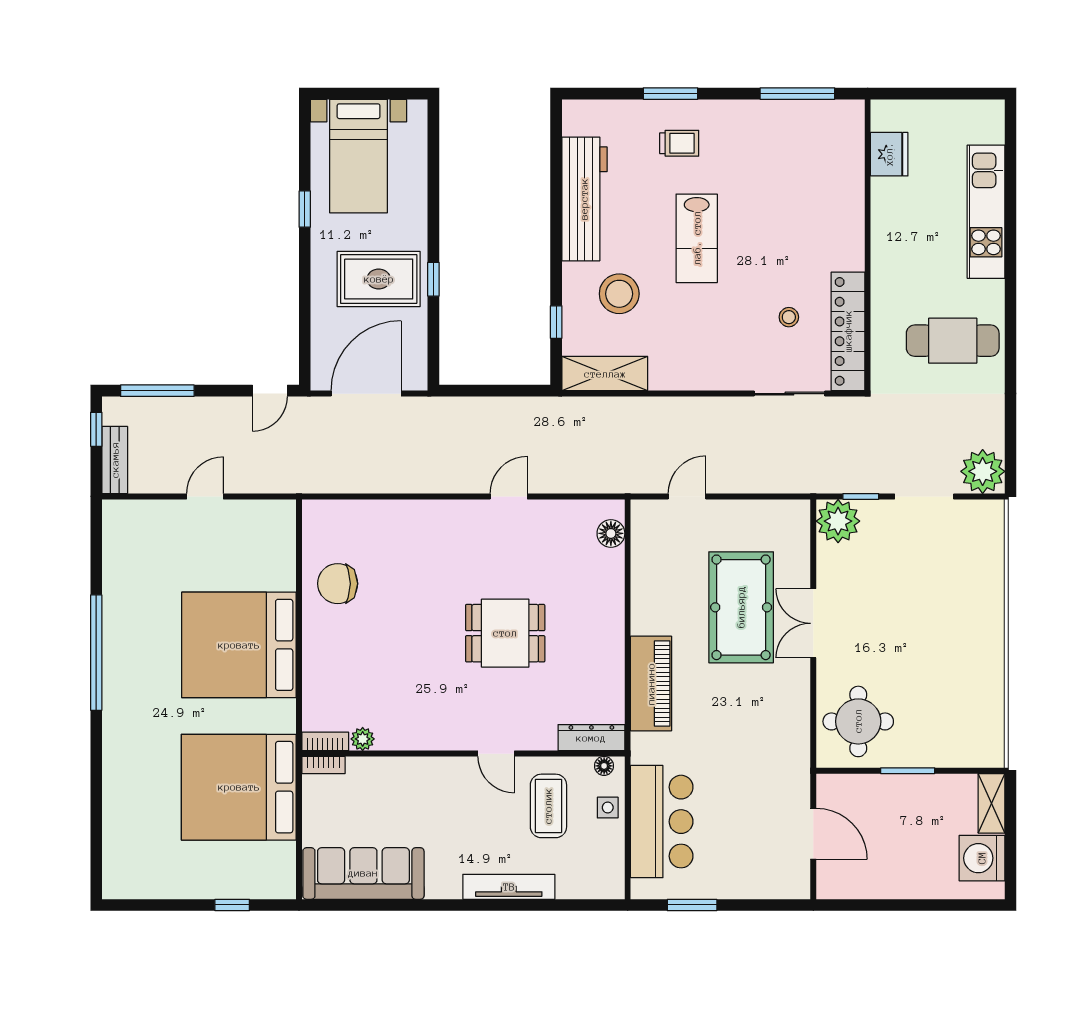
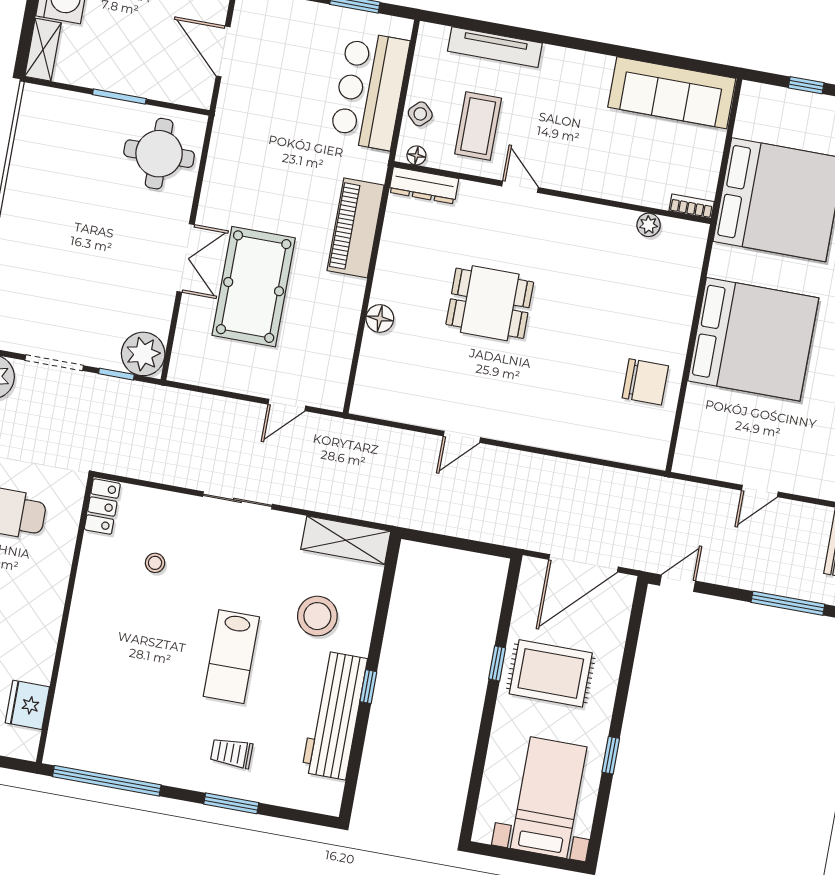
window: (797, 94) -> (107, 781), width x1.46
lab bench: (697, 238) -> (231, 657), turned 180
window: (556, 322) -> (368, 687), moved
locker: (848, 331) -> (102, 507), width x0.46, depth x0.83
sliding door: (789, 394) -> (237, 500), moved
floor lamp: (611, 533) -> (380, 318), moved
bookcase: (325, 741) -> (686, 229), removed
side table: (608, 808) -> (420, 114), turned 45
tv unit: (509, 887) -> (495, 47), moved

